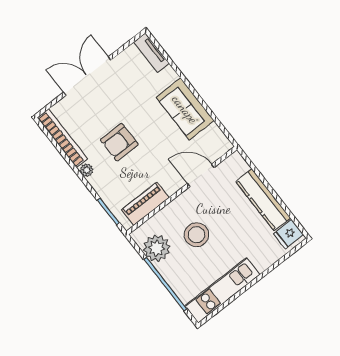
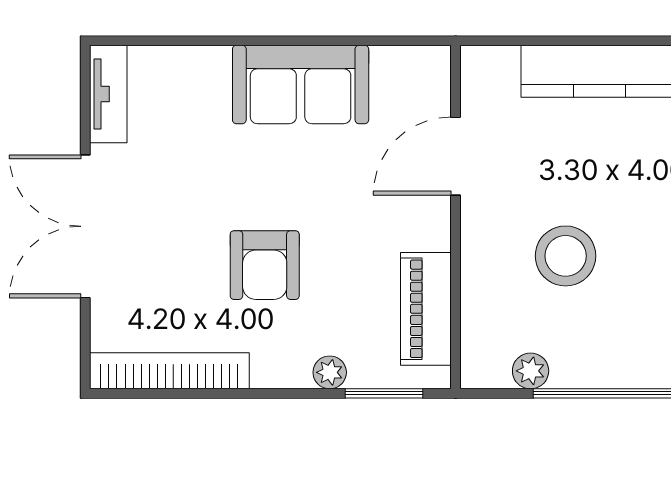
tv unit: (152, 53) -> (108, 94), moved, turned -90
plant: (87, 170) -> (330, 372), moved
plant: (157, 248) -> (531, 371), width x0.53, depth x0.53

